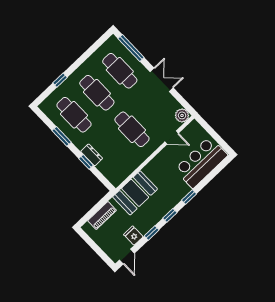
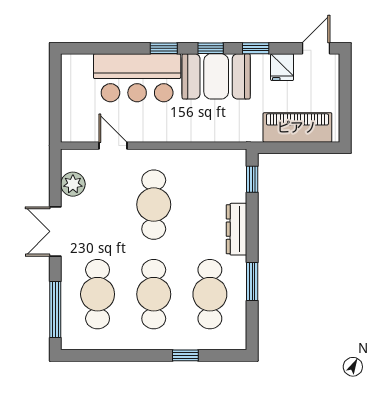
plant: (182, 115) -> (73, 184), moved
dresser: (92, 155) -> (237, 229), width x1.44
window: (86, 162) -> (252, 179), moved
bar counter: (201, 162) -> (137, 78), moved
booth: (135, 193) -> (216, 76), moved
piano: (102, 215) -> (297, 127), width x1.37, depth x1.33

